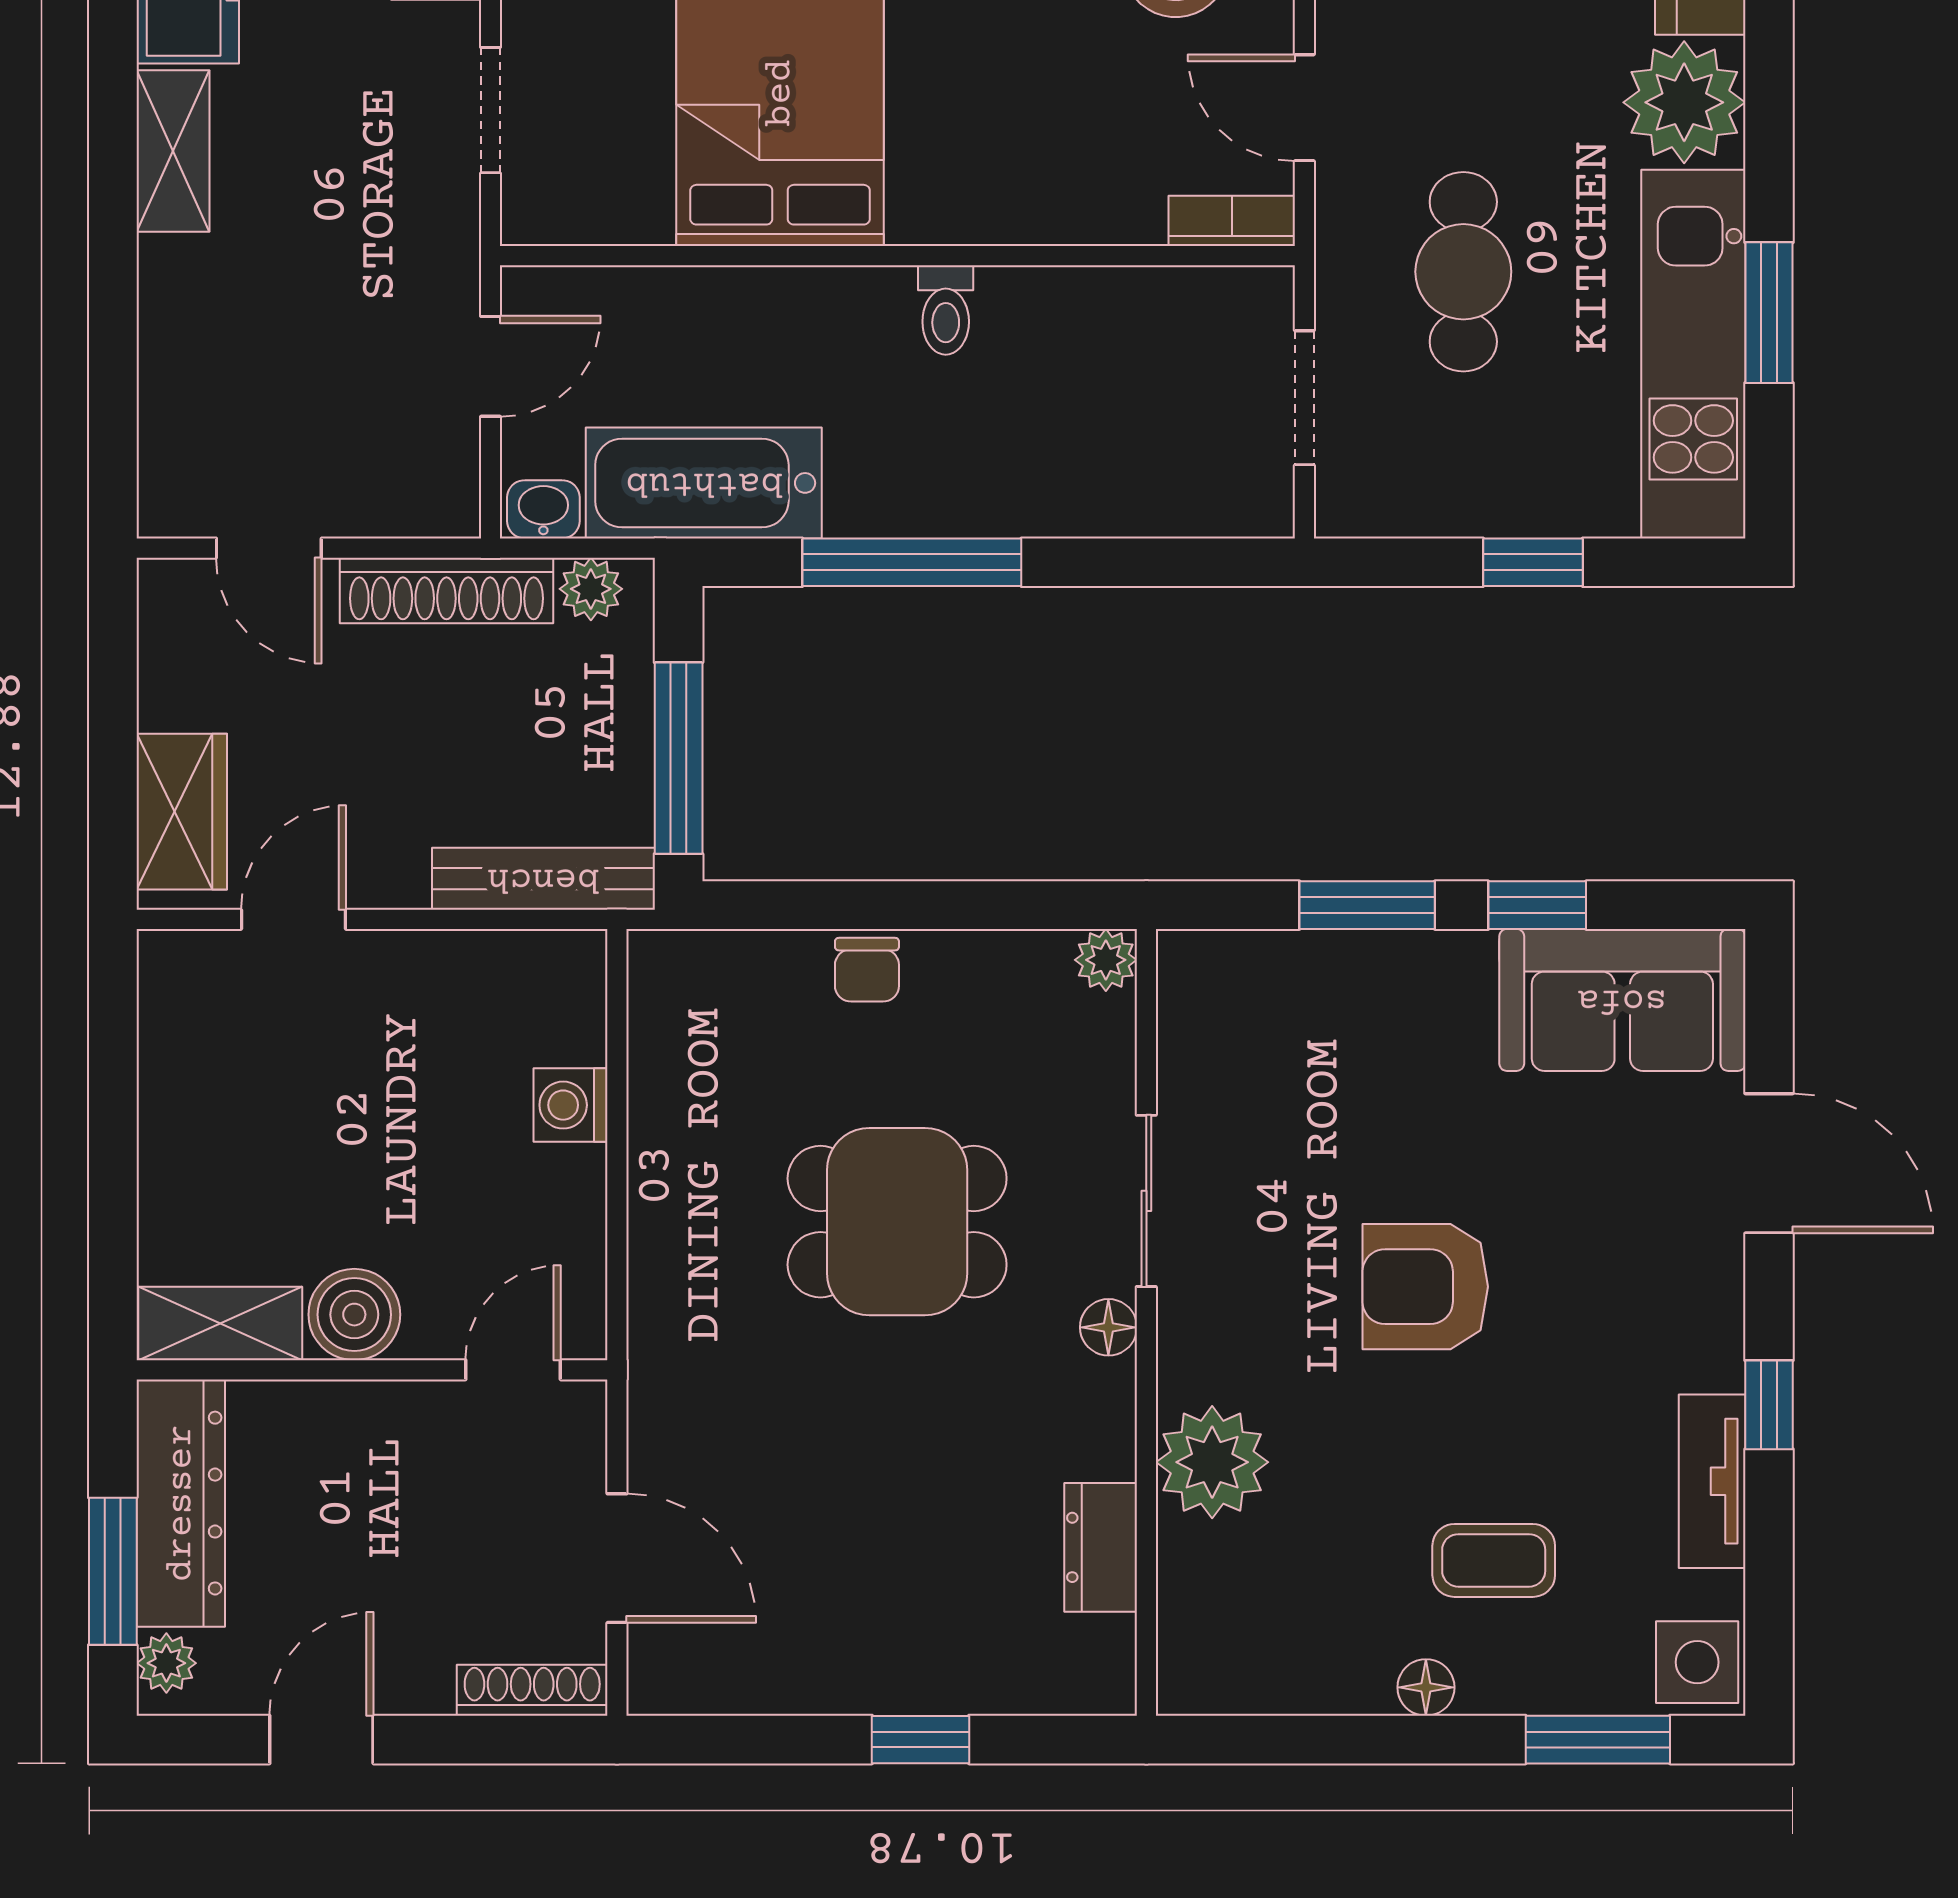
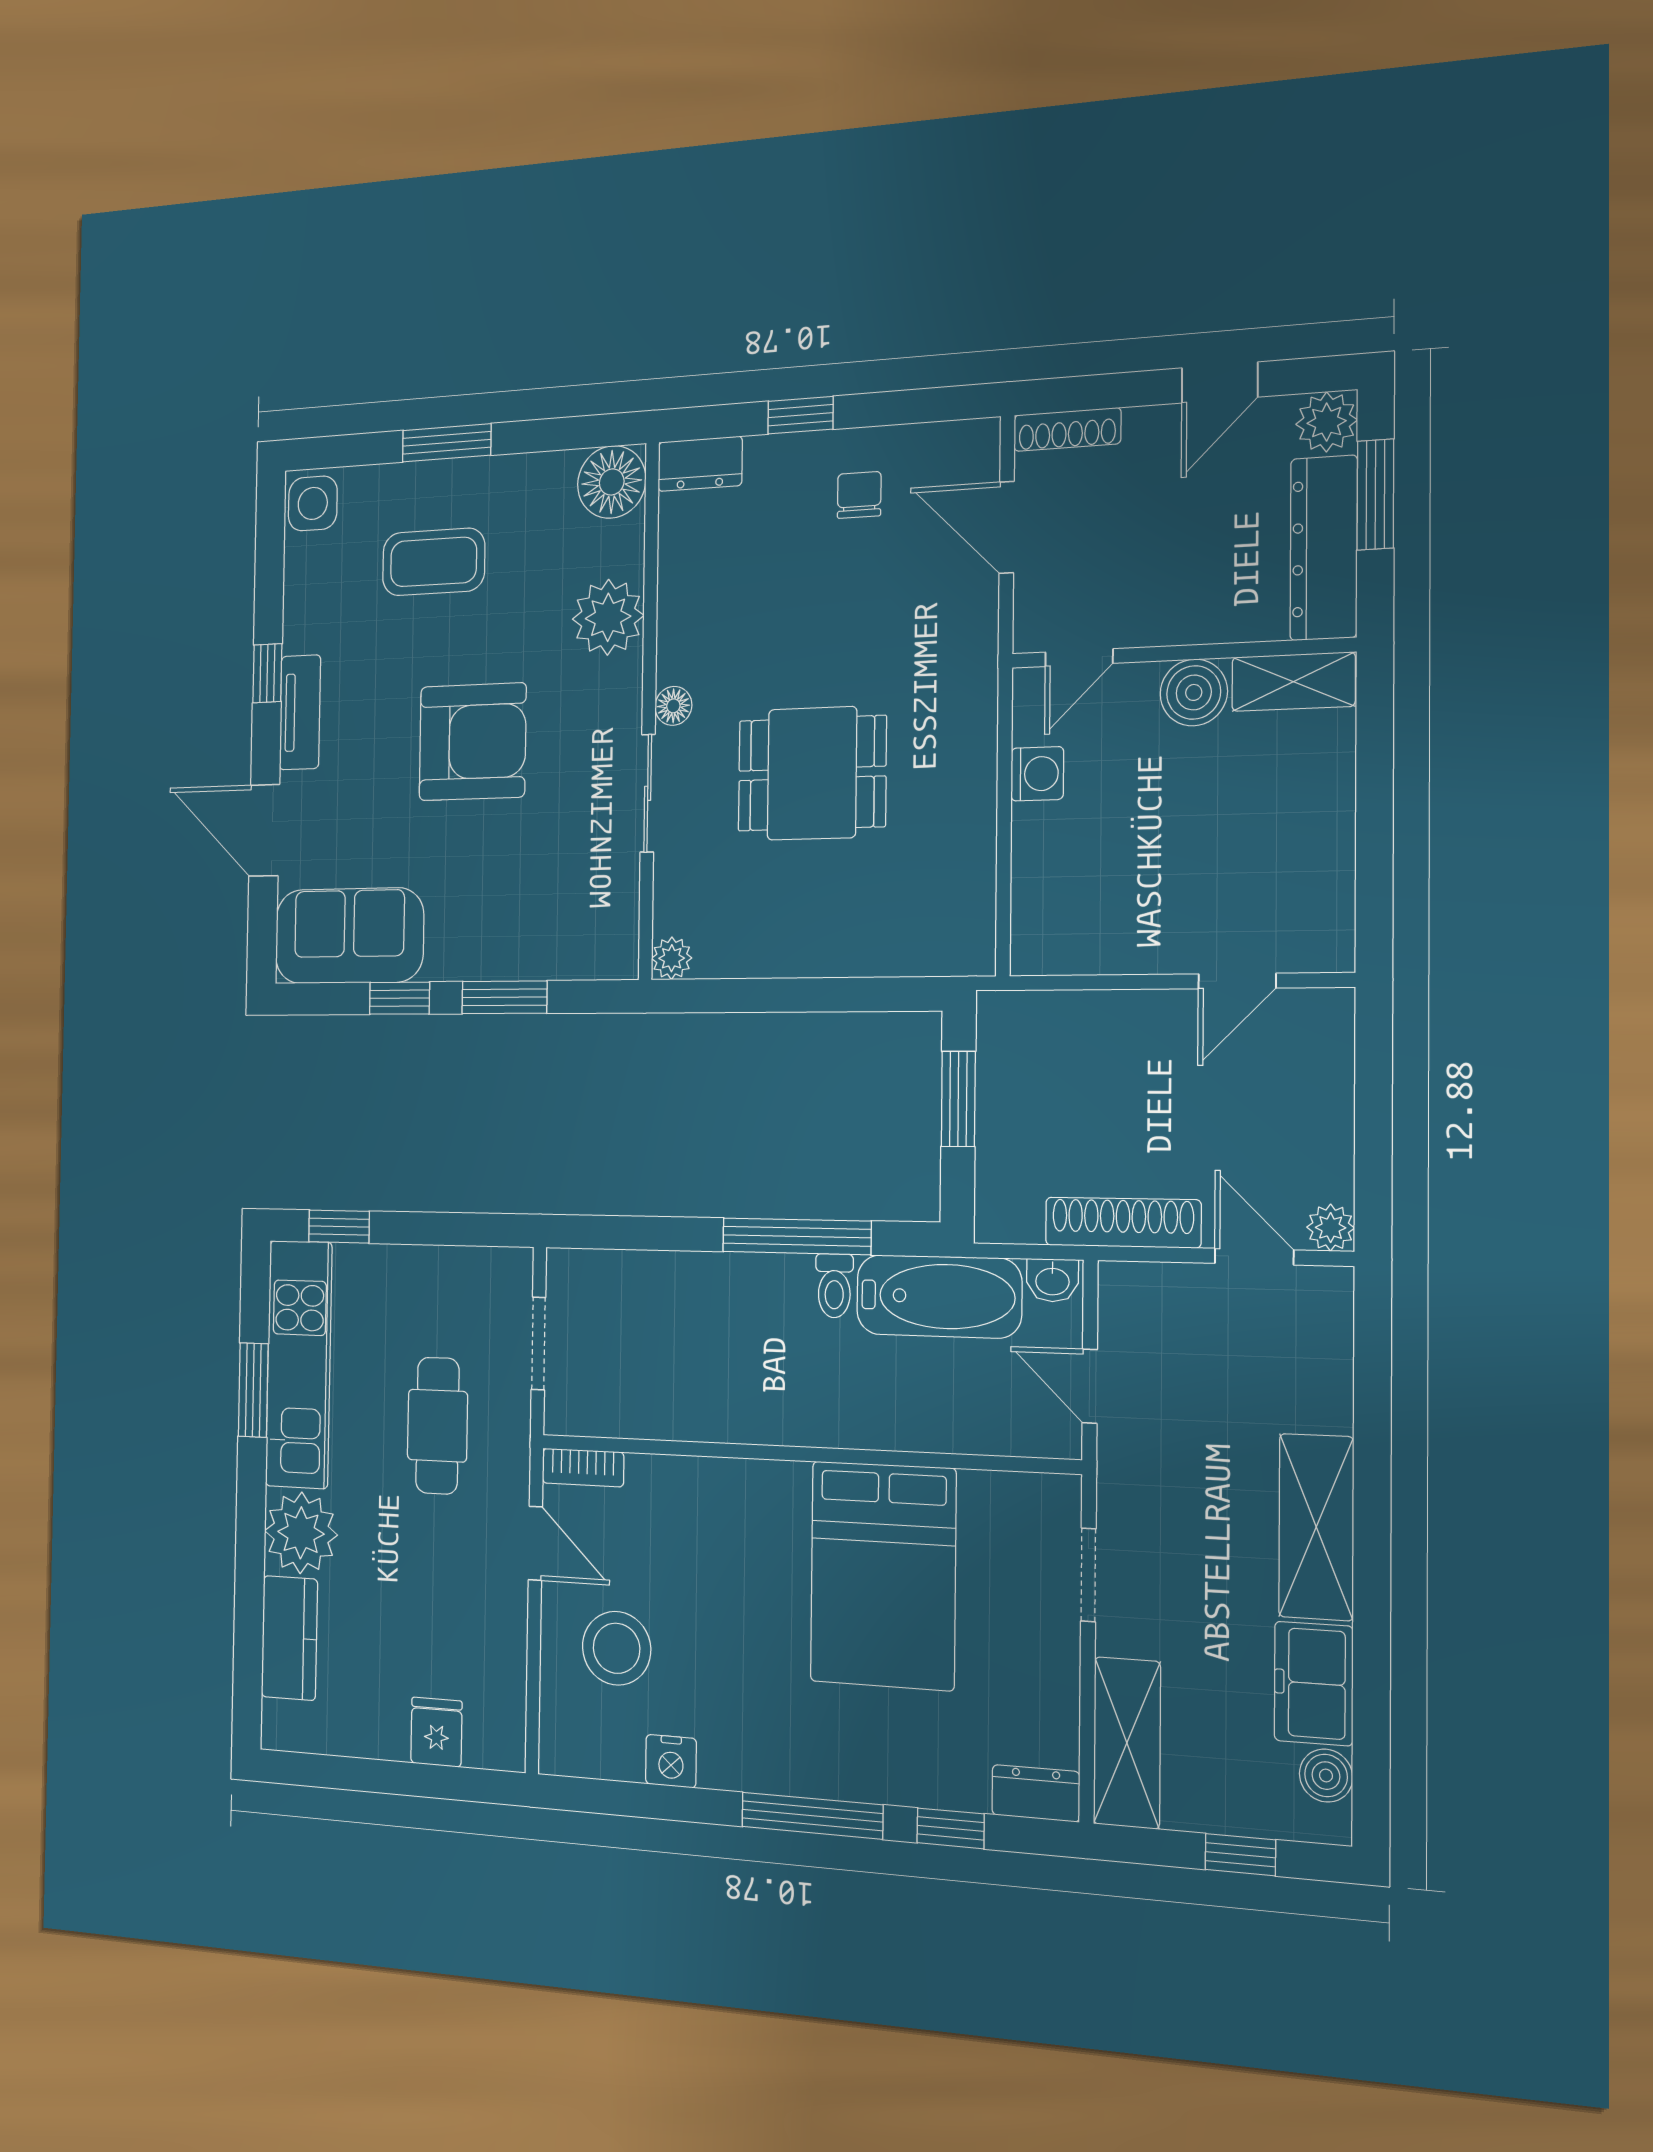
shelving: (173, 151) -> (1316, 1527), width x1.50, depth x1.33
toilet: (946, 310) -> (834, 1286), moved, turned 180
door: (491, 366) -> (1090, 1386), hinge flipped
window: (1533, 562) -> (339, 1227), moved
plant: (591, 589) -> (1331, 1228), moved
window: (679, 758) -> (958, 1099), width x0.69
wardrobe: (182, 812) -> (1321, 1061), removed
bench: (543, 879) -> (1055, 1012), removed
chair: (867, 970) -> (859, 495), moved
washing machine: (571, 1105) -> (1037, 774), moved
armchair: (1425, 1287) -> (473, 742), width x1.36, depth x1.36
tv unit: (1712, 1481) -> (300, 712), moved
dresser: (1101, 1547) -> (700, 464), moved, turned 90
coffee table: (1494, 1560) -> (434, 562), width x1.36, depth x1.30
plant: (166, 1663) -> (1327, 422), width x1.38, depth x1.38
floor lamp: (1426, 1687) -> (612, 482), moved, width x1.89, depth x1.89
window: (1598, 1740) -> (447, 443), moved

